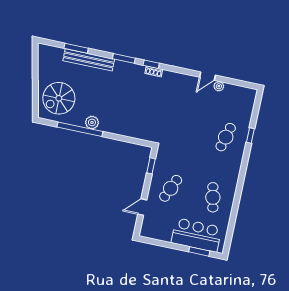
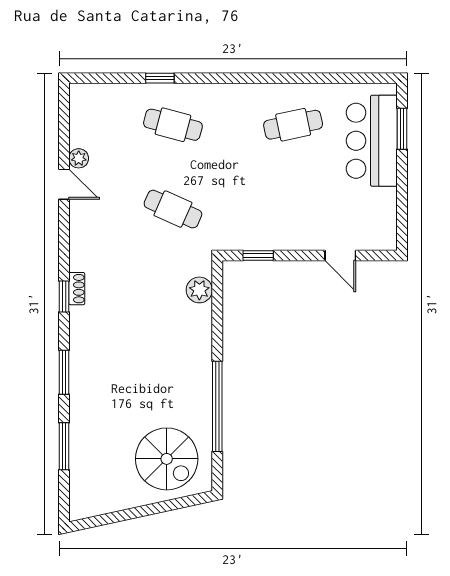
window: (124, 58) -> (64, 372), moved
bench: (89, 60) -> (81, 417), removed
plant: (92, 122) -> (199, 290), moved
cafe table: (171, 188) -> (173, 209), moved

